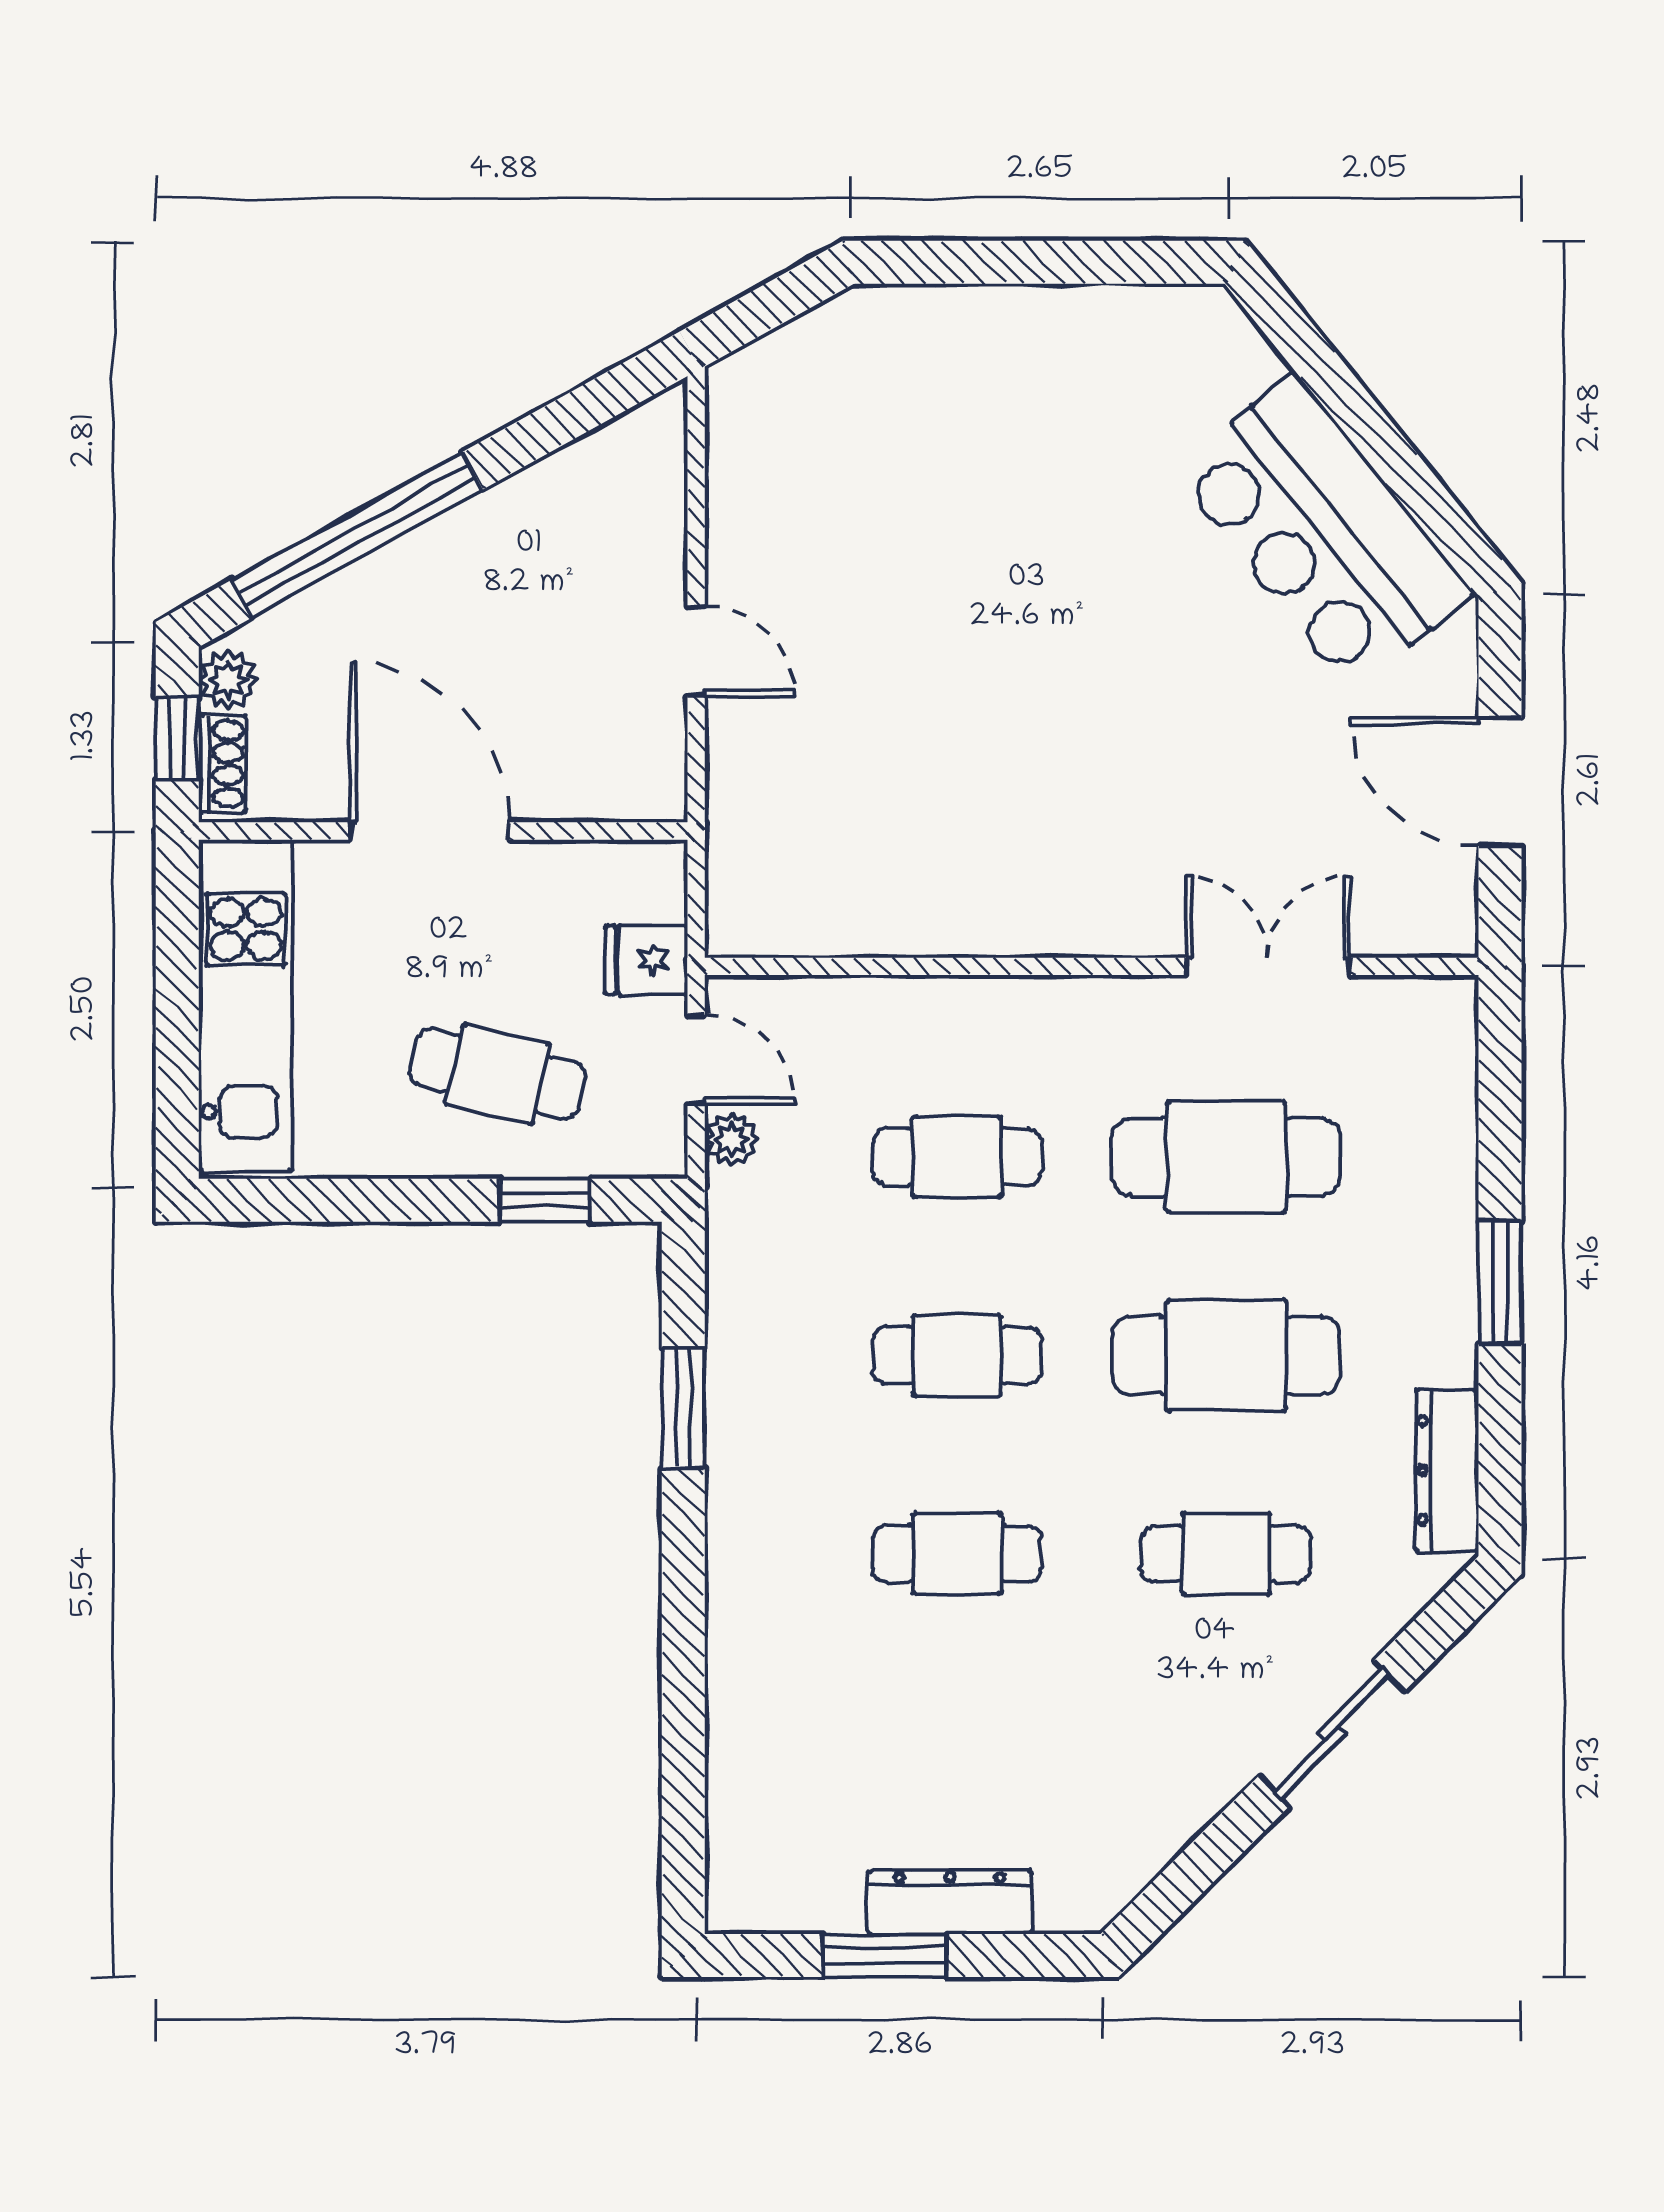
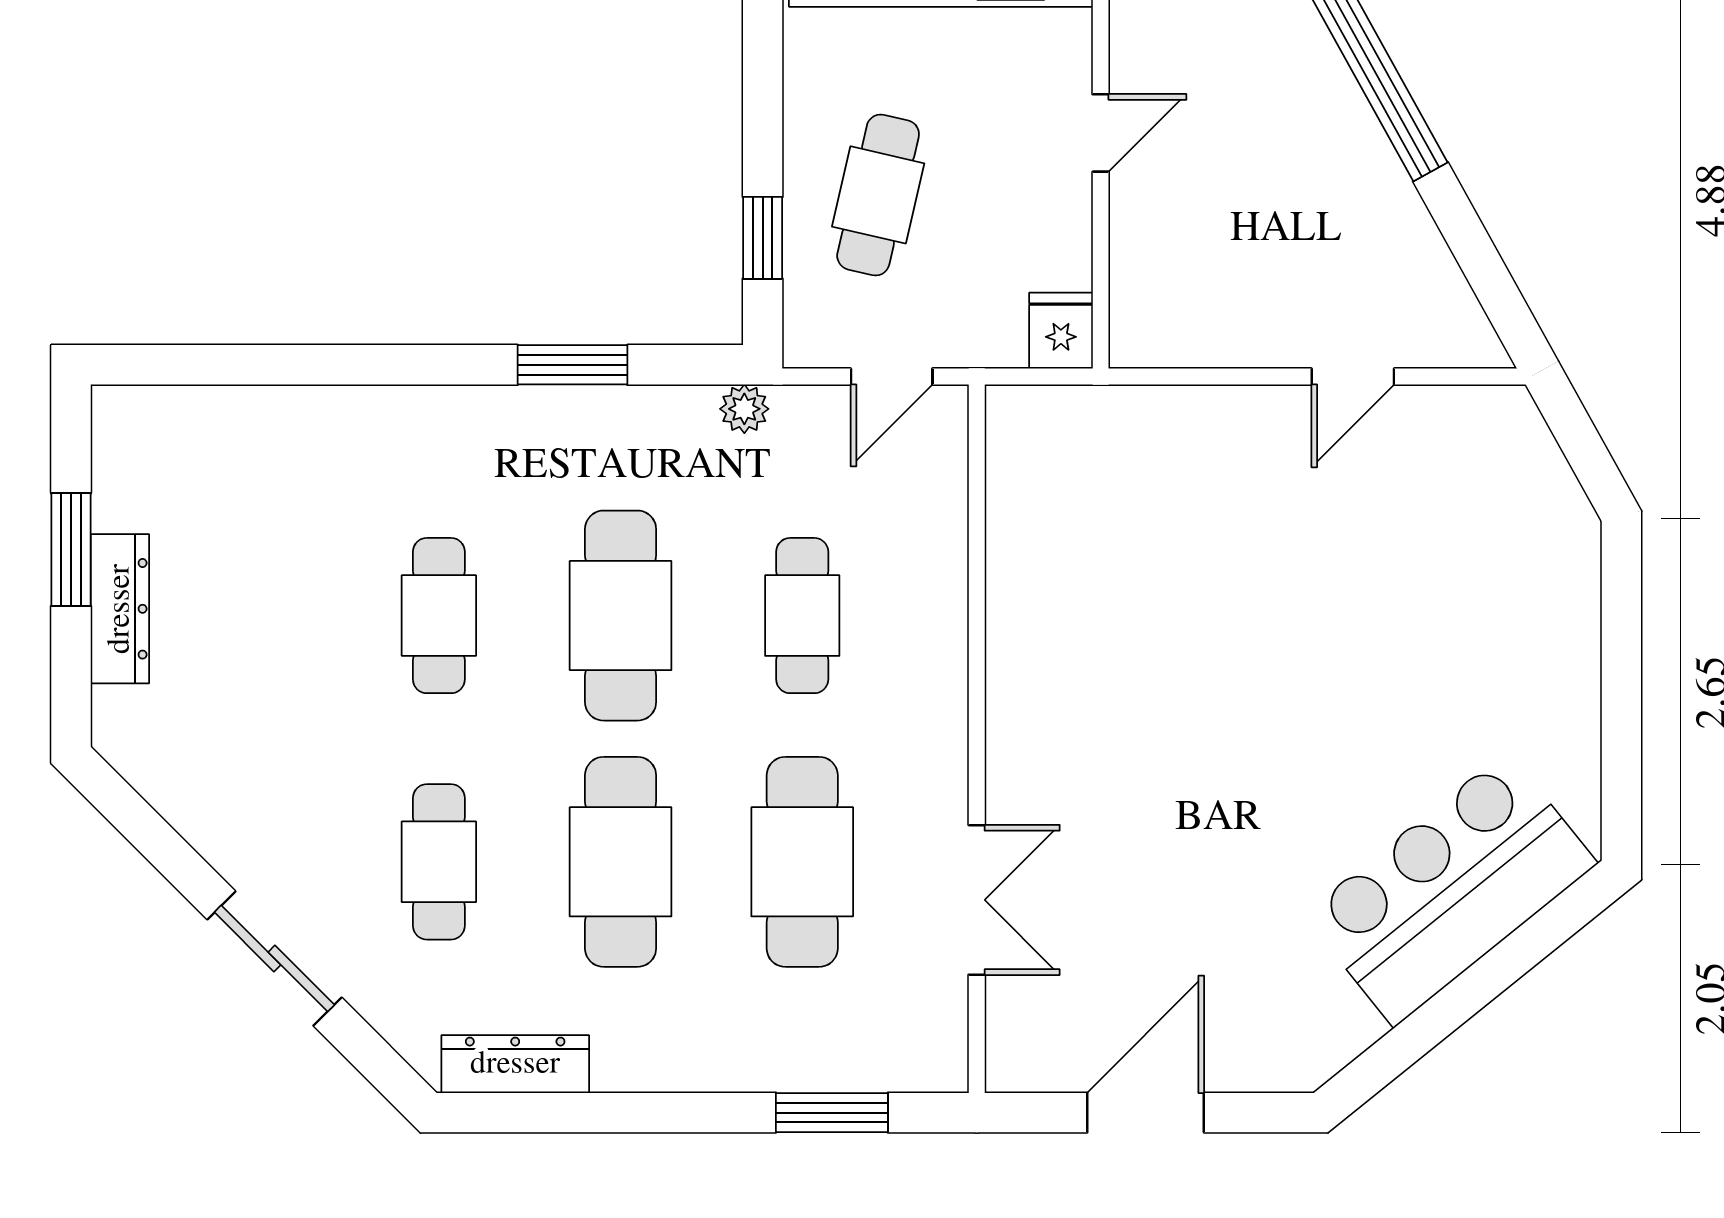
bar counter: (1323, 532) -> (1450, 889), moved
door: (696, 651) -> (1353, 377), moved
door: (430, 831) -> (1101, 133), width x0.53
fridge: (646, 960) -> (1061, 331), moved
plant: (731, 1140) -> (744, 409), moved
window: (1500, 1282) -> (832, 1113), moved
cafe table: (957, 1355) -> (621, 616), width x1.37, depth x1.35

